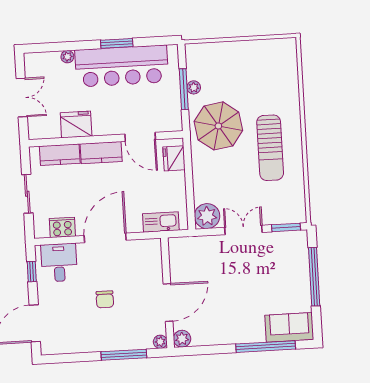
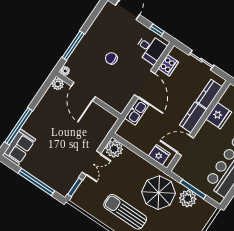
plant: (194, 87) -> (188, 199), width x1.87, depth x1.87
kitchen sink: (161, 222) -> (137, 112), moved

